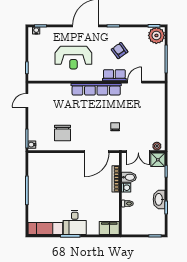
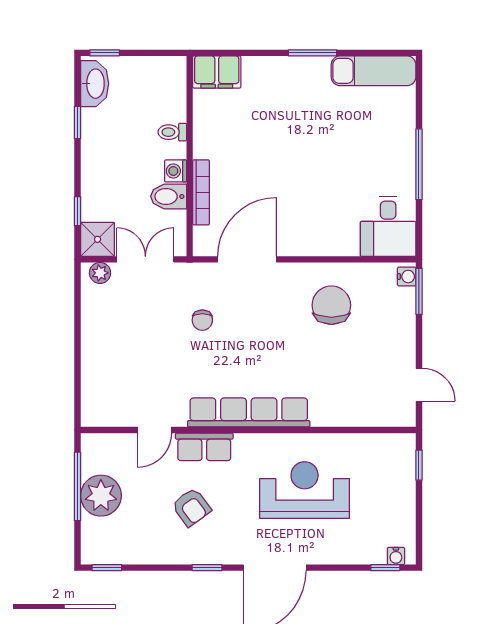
plant: (156, 35) -> (101, 496), moved
door: (27, 100) -> (419, 385), hinge flipped
washbasin: (159, 199) -> (95, 84), moved
desk: (75, 222) -> (388, 226), moved, turned 180

